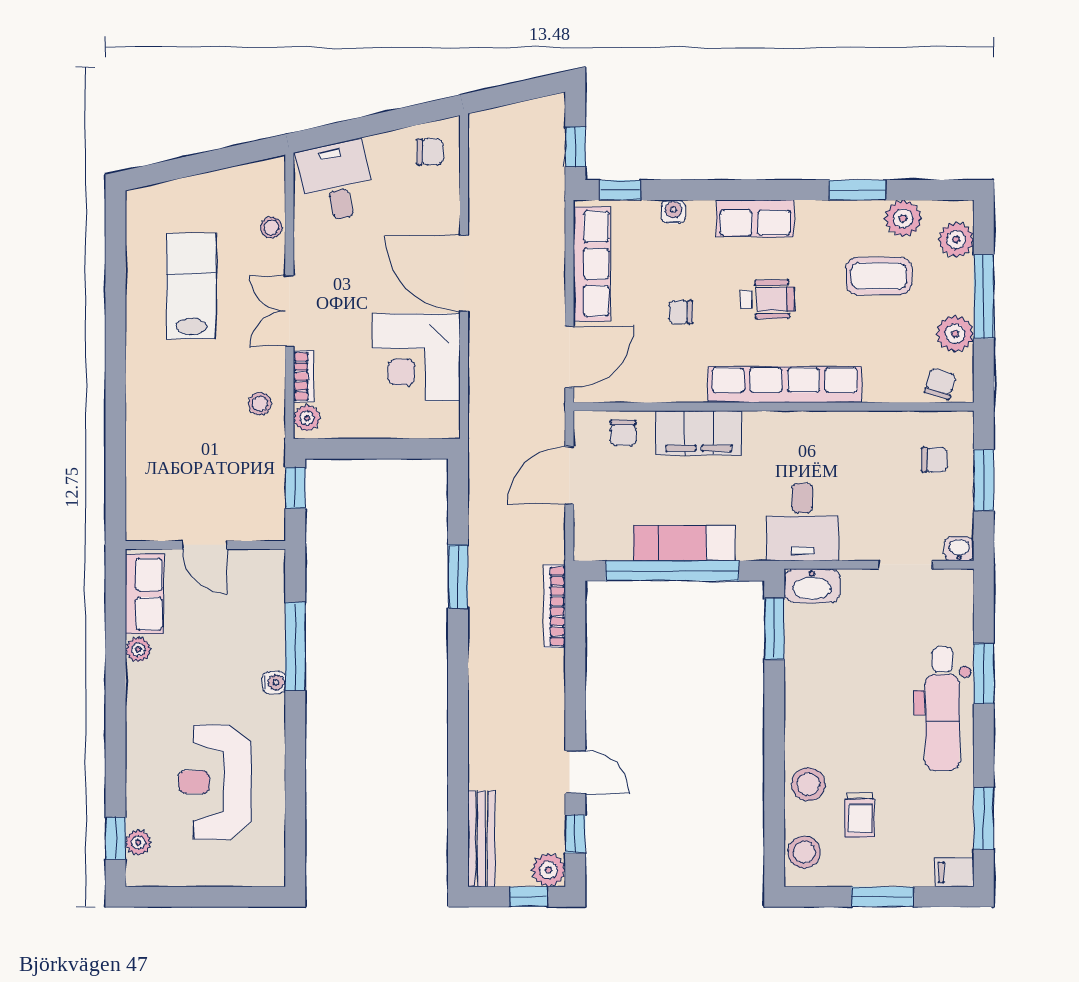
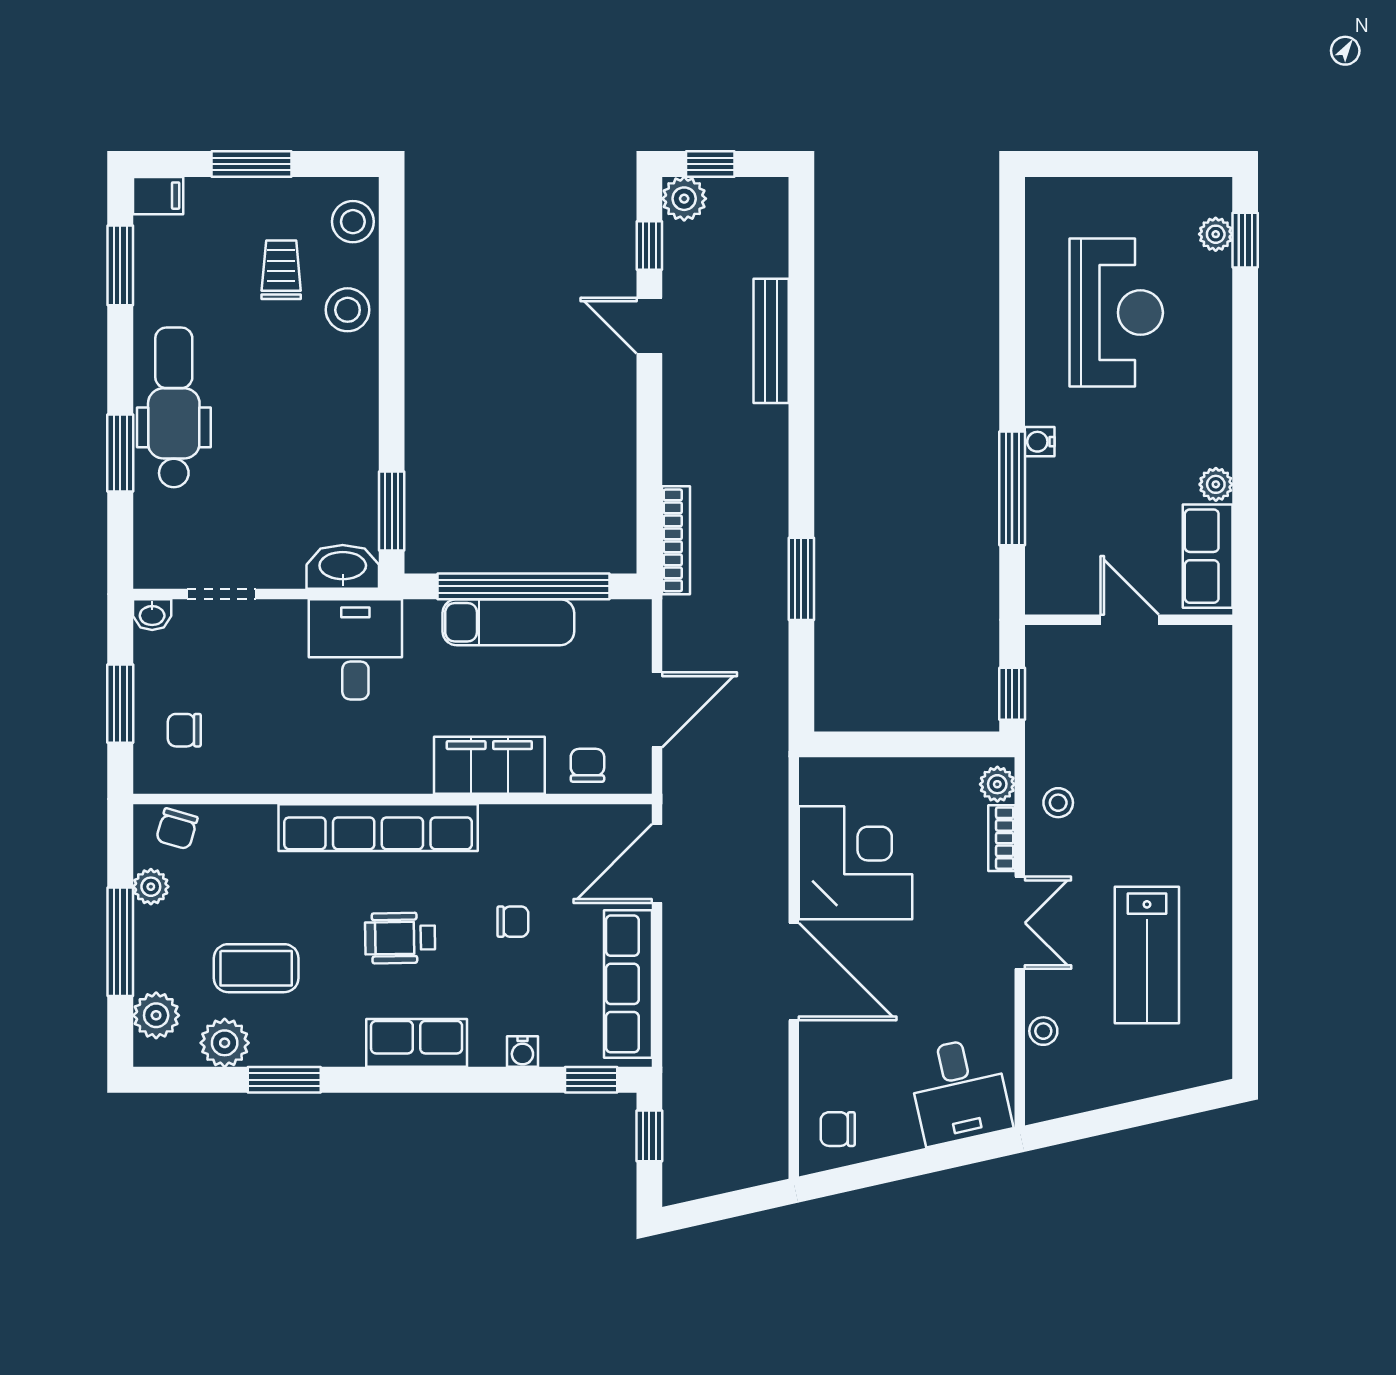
plant: (955, 334) -> (151, 887), width x0.73, depth x0.73
bench: (481, 839) -> (771, 341), moved

